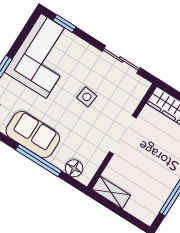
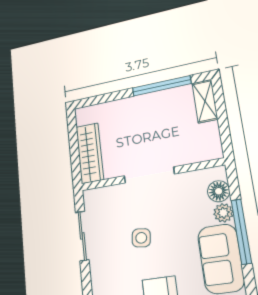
plant: (59, 160) -> (223, 213), added
shelving: (111, 192) -> (205, 101), moved

